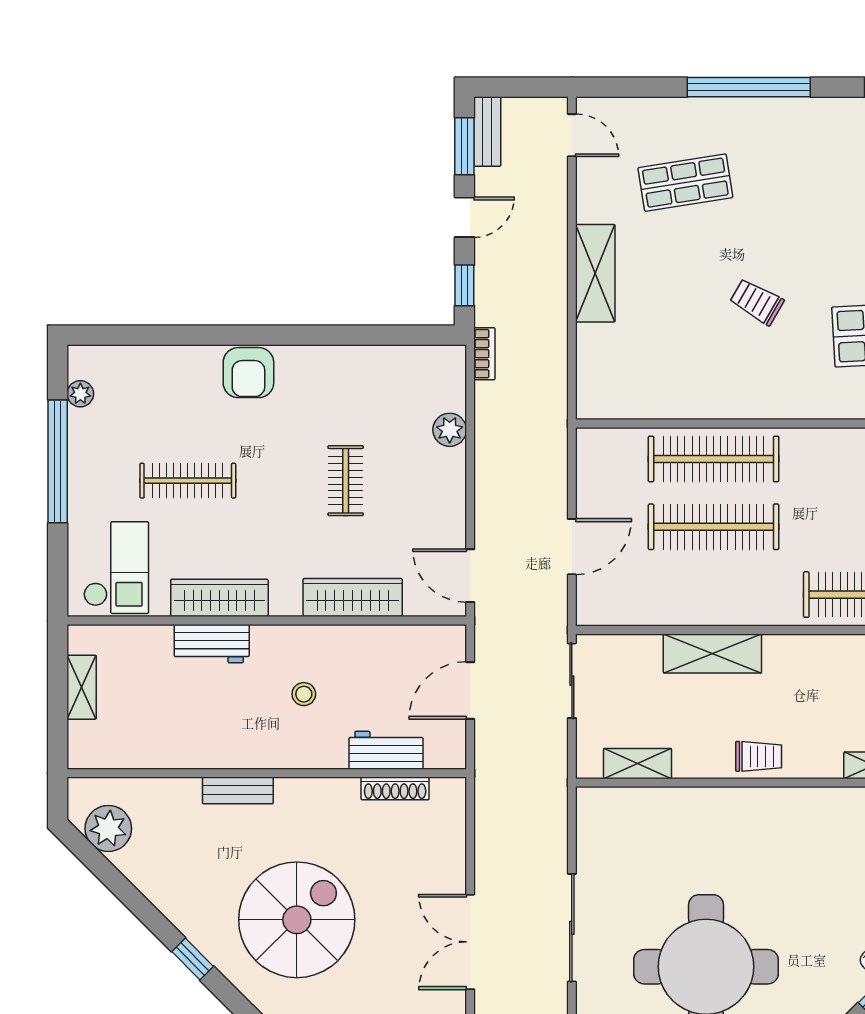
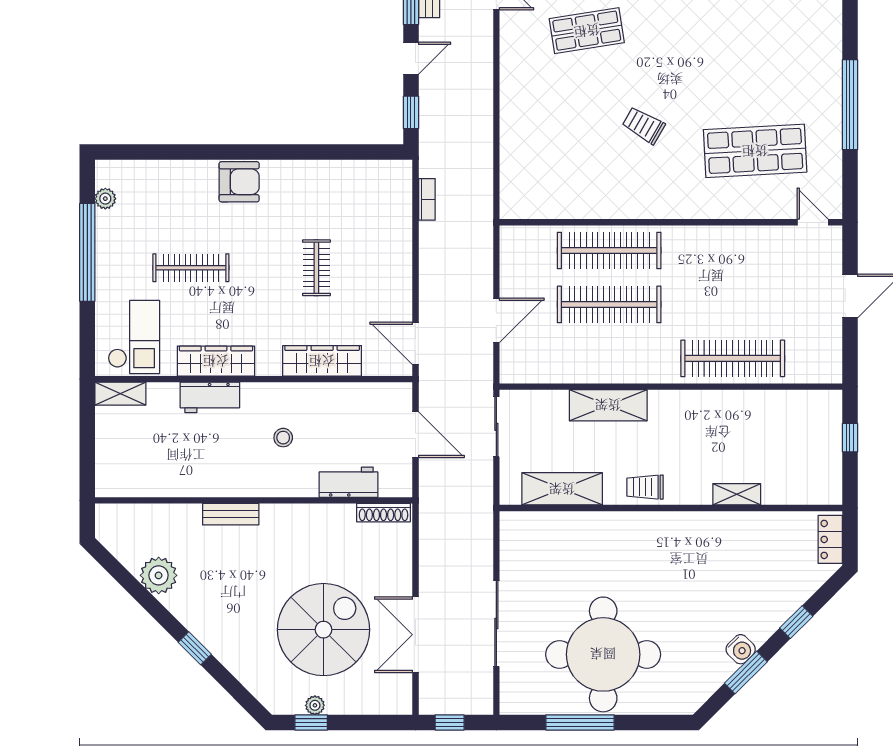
shelving: (595, 273) -> (515, 103), removed
bookcase: (484, 354) -> (427, 199), moved
armchair: (248, 373) -> (239, 182), turned -90
plant: (450, 430) -> (399, 227), removed
shelving: (82, 687) -> (120, 394), moved, turned 90
door: (470, 690) -> (416, 435), swing flipped
trolley: (759, 756) -> (645, 487), turned 180
shelving: (638, 764) -> (562, 489), width x1.50, depth x1.33
shoe rack: (395, 788) -> (384, 513), moved
plant: (108, 828) -> (159, 575), moved
spiral stairs: (297, 920) -> (323, 630), moved

